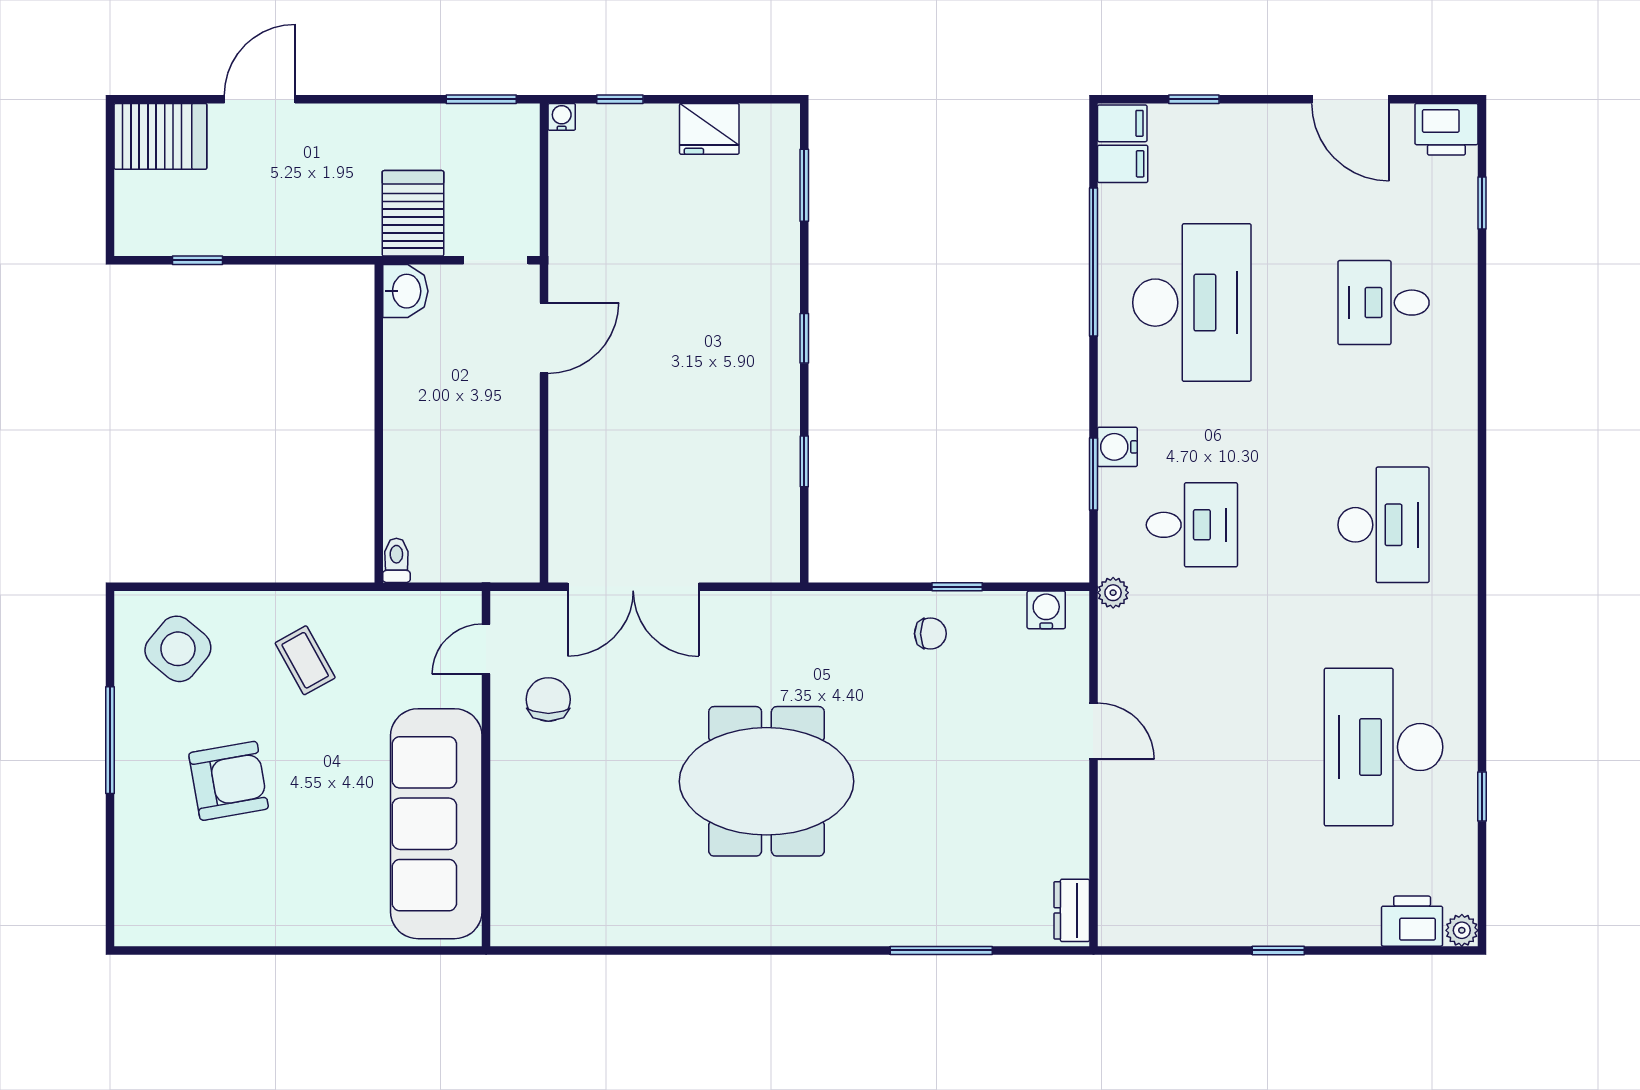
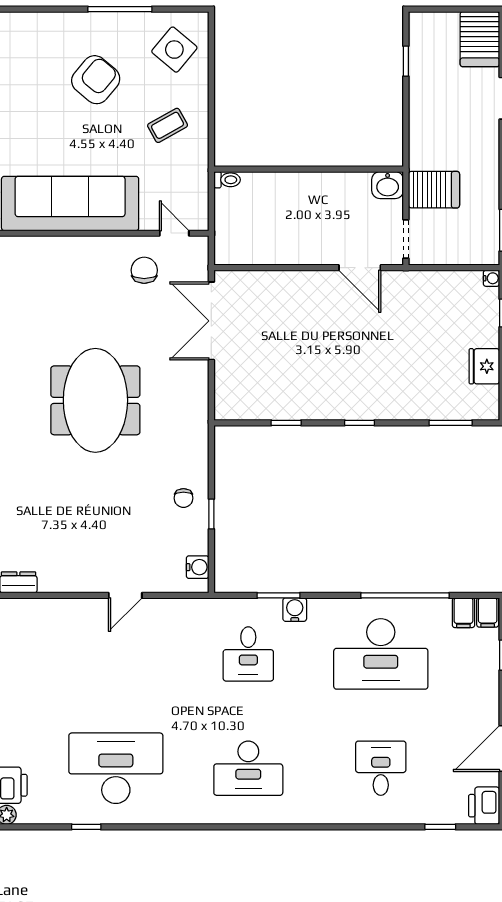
plant: (1113, 593) -> (208, 607), removed
chair: (548, 699) -> (144, 270), turned -90
armchair: (229, 781) -> (96, 80), turned -130

